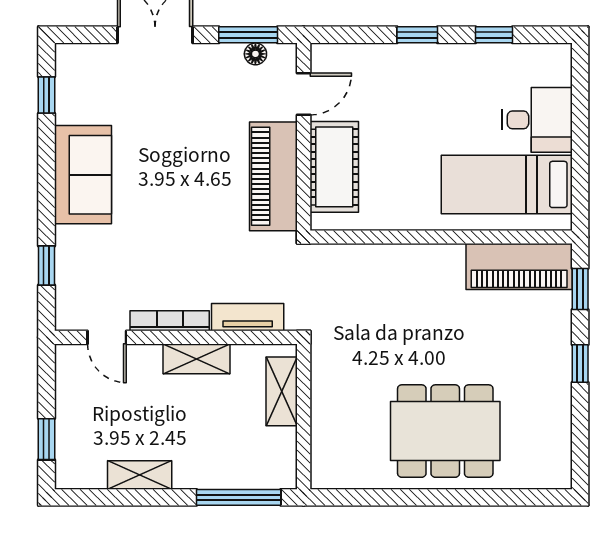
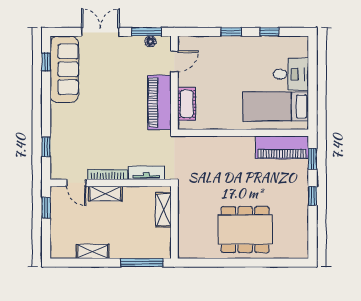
cot: (334, 167) -> (187, 104), width x0.73, depth x0.75
sofa: (83, 175) -> (64, 69), moved, width x1.36
shelving: (197, 359) -> (105, 194), moved
window: (46, 439) -> (46, 208), moved

